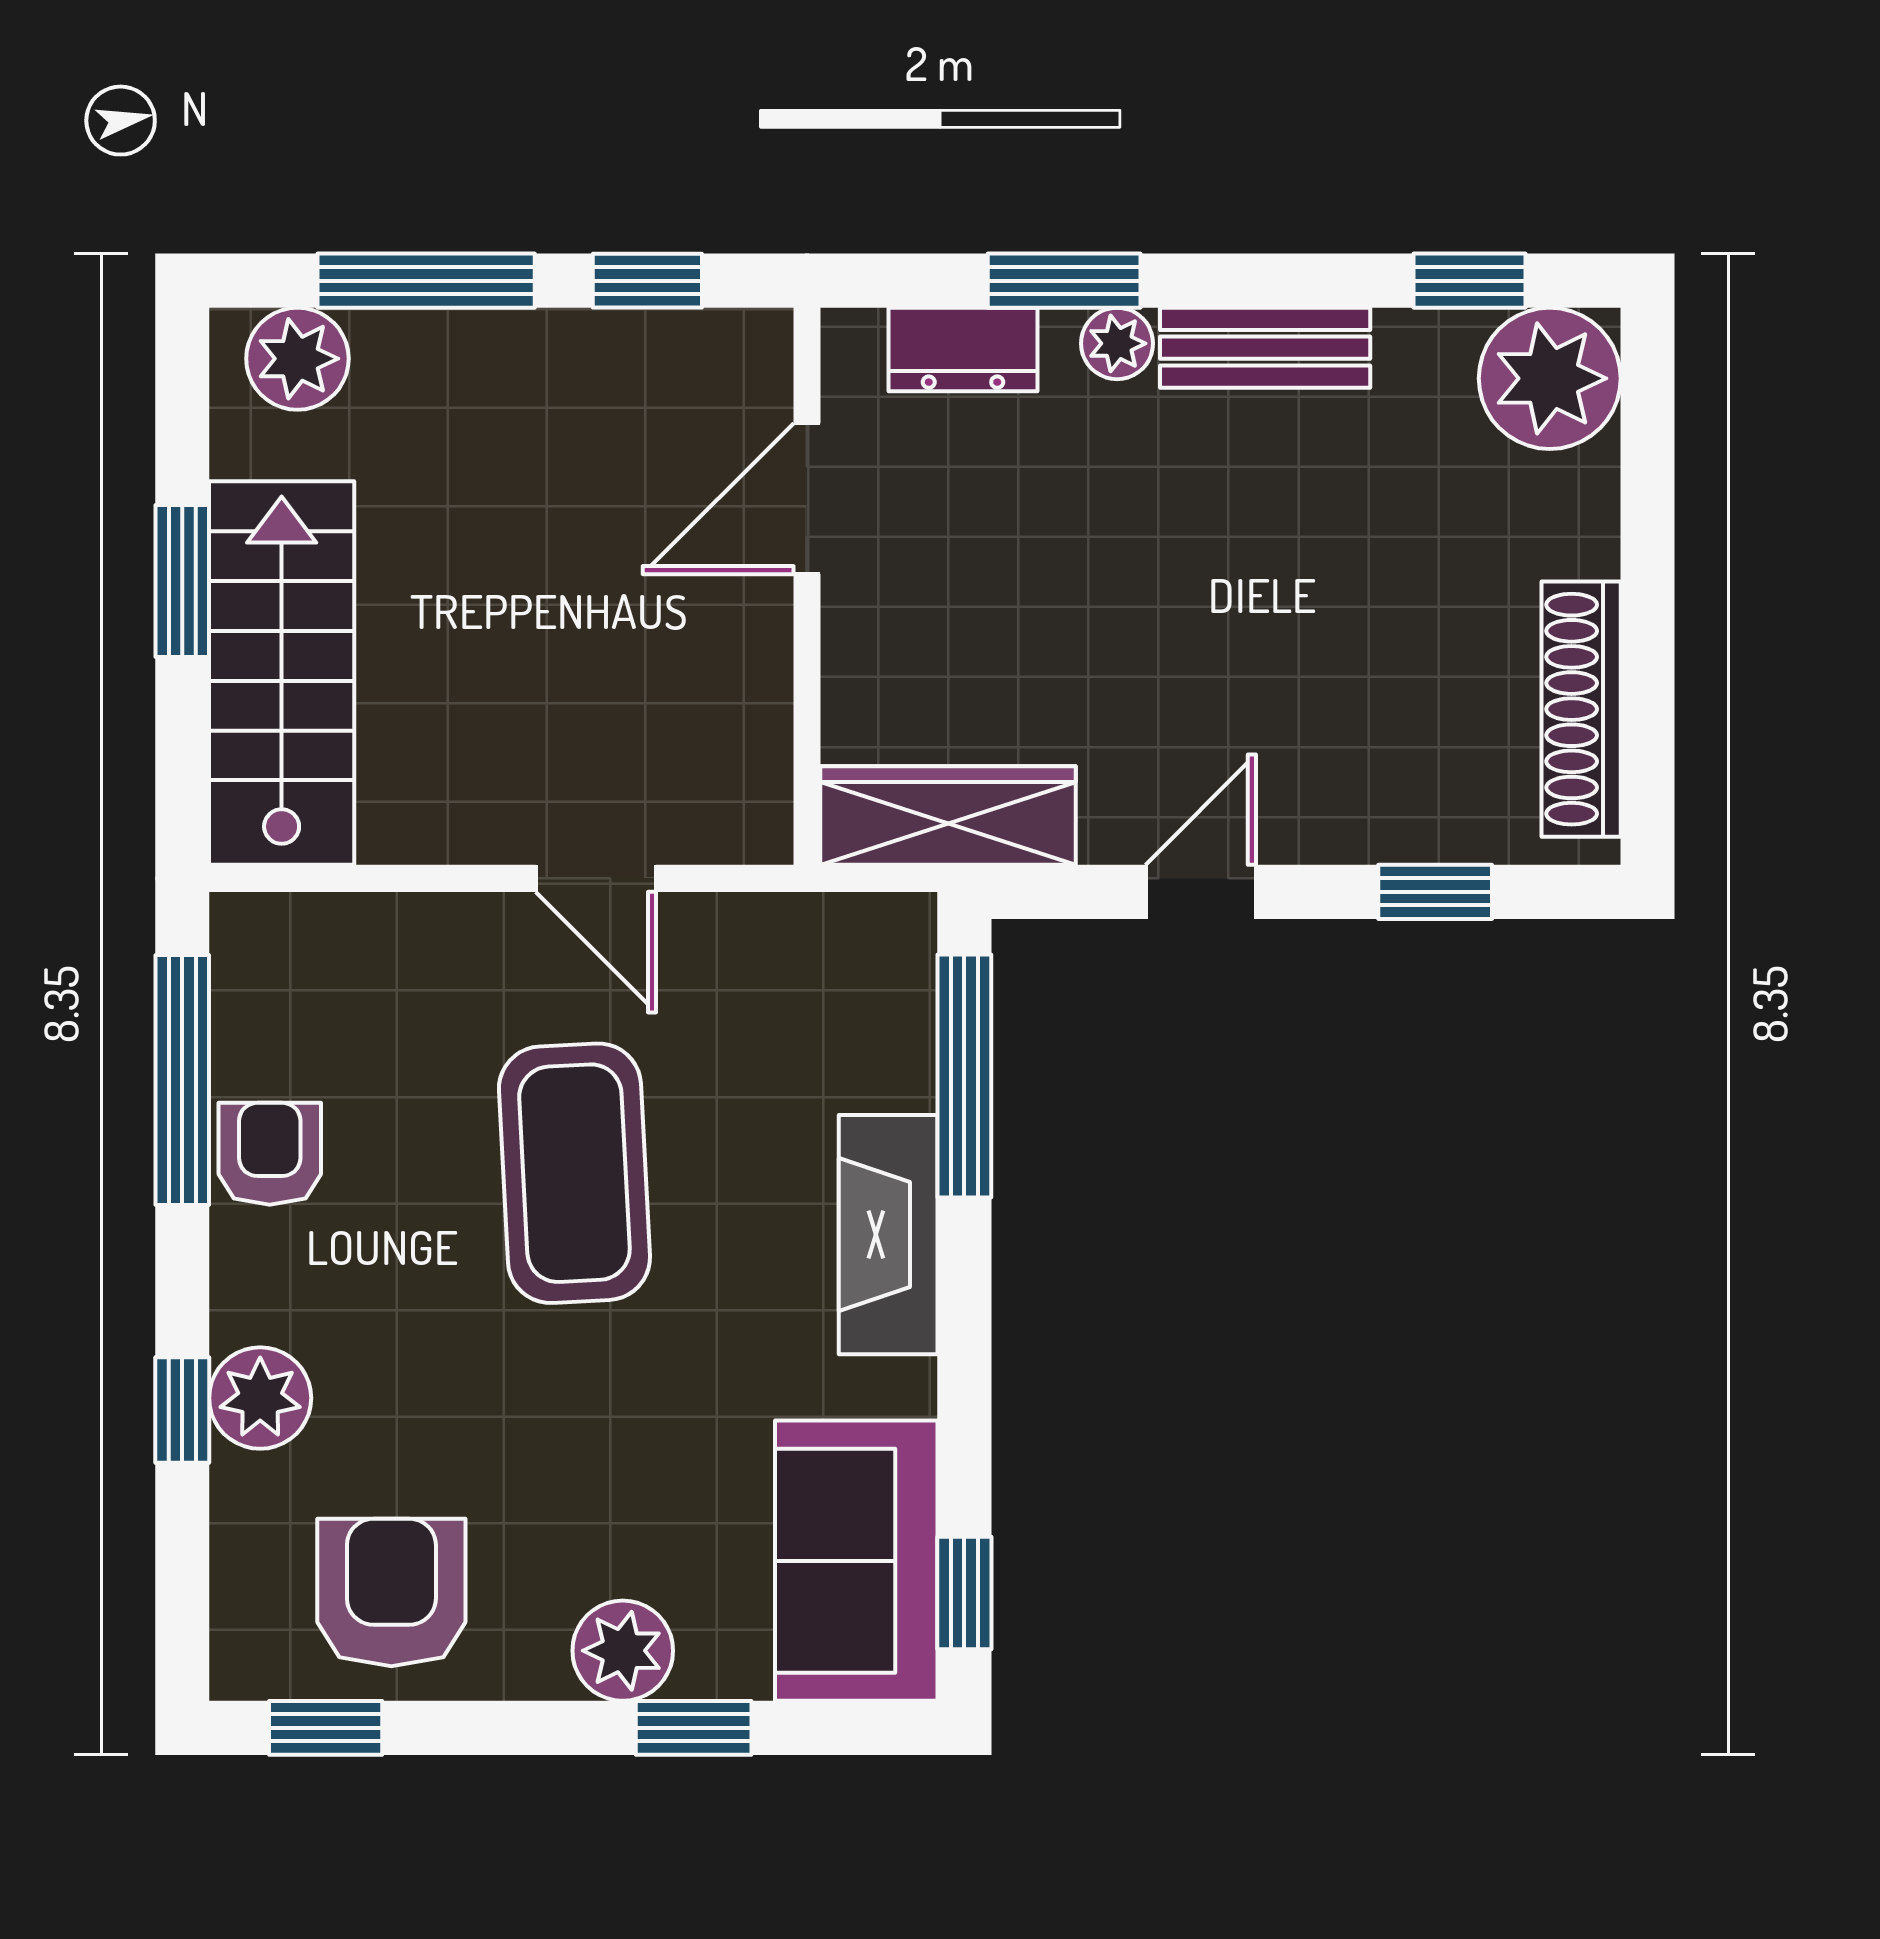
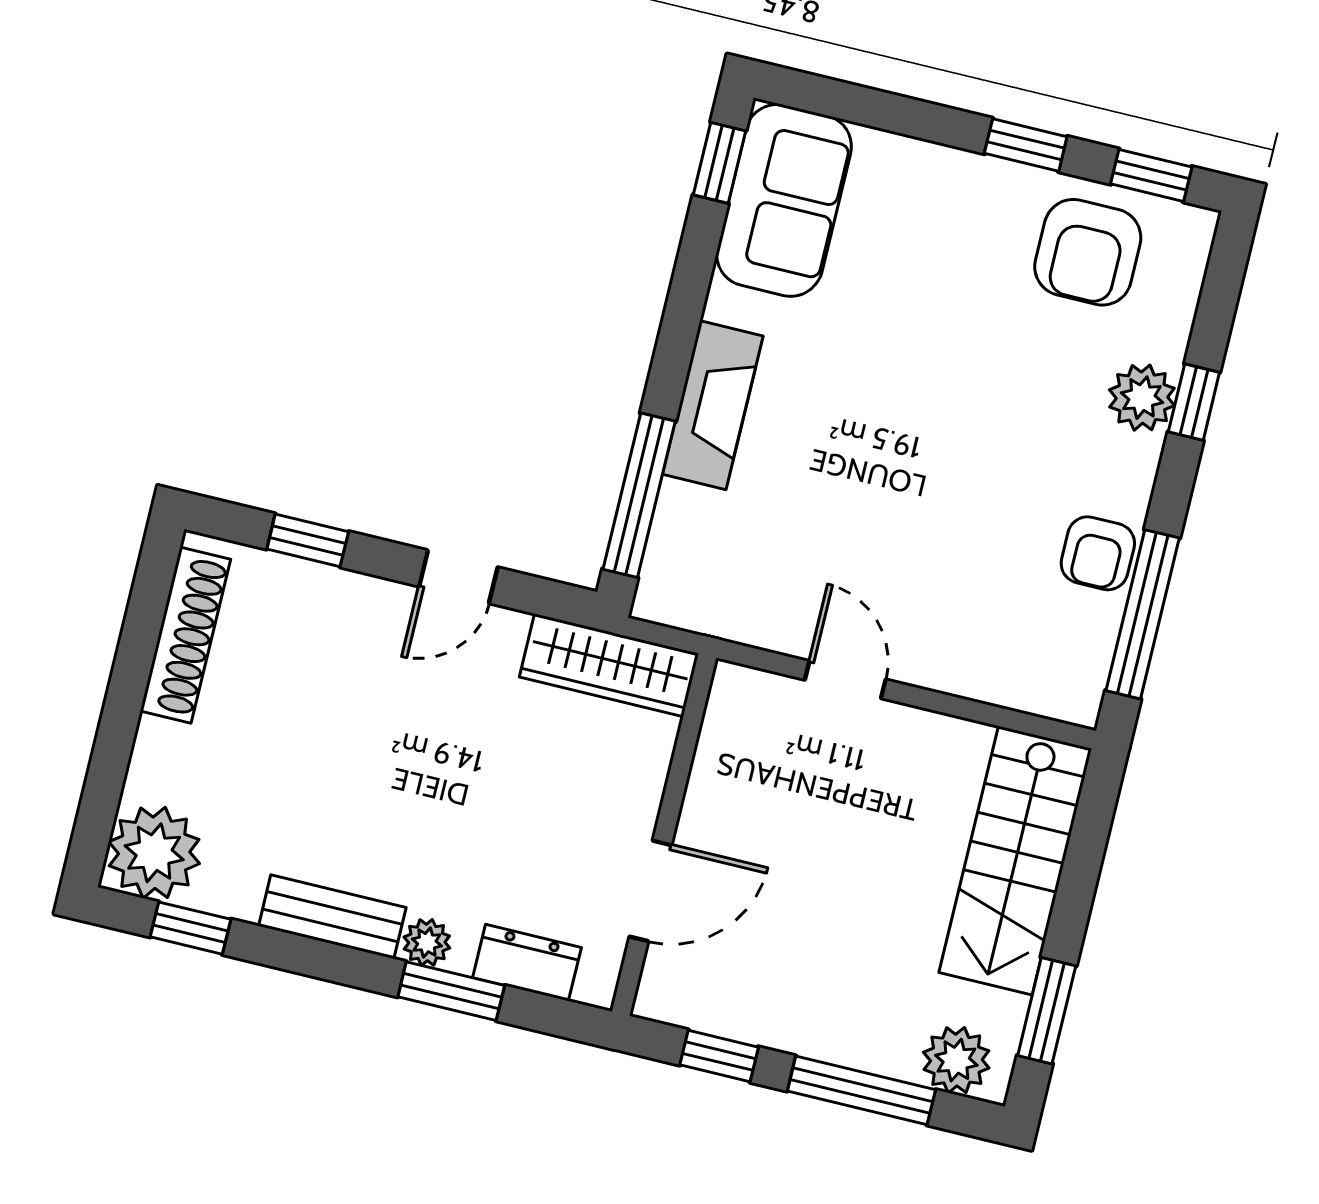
window: (182, 581) -> (1047, 1011), moved
coffee table: (574, 1173) -> (905, 493), removed
plant: (623, 1651) -> (948, 179), removed
window: (694, 1728) -> (1026, 145), moved

